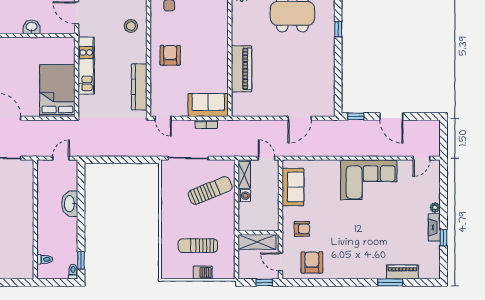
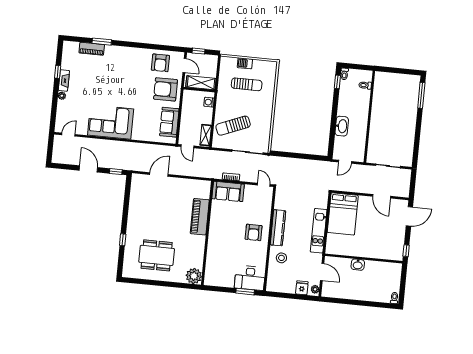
kitchen counter: (139, 87) -> (278, 228), moved
washing machine: (244, 196) -> (209, 102), moved
armchair: (302, 229) -> (166, 89), width x1.88, depth x1.88

